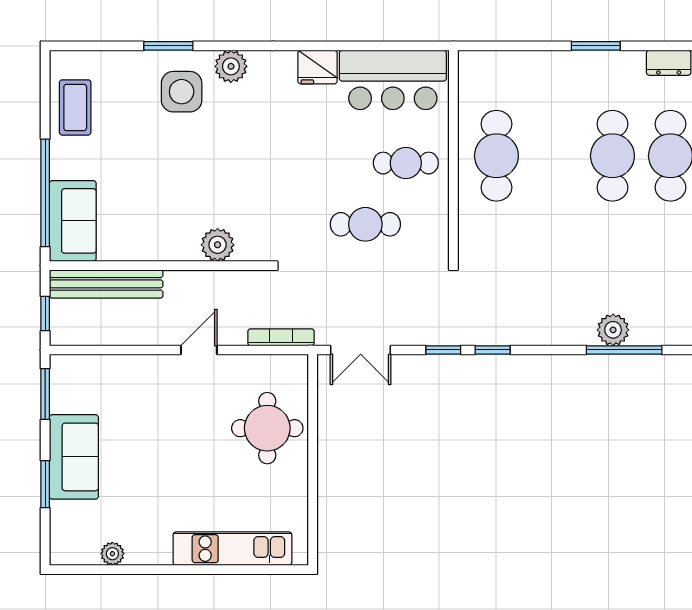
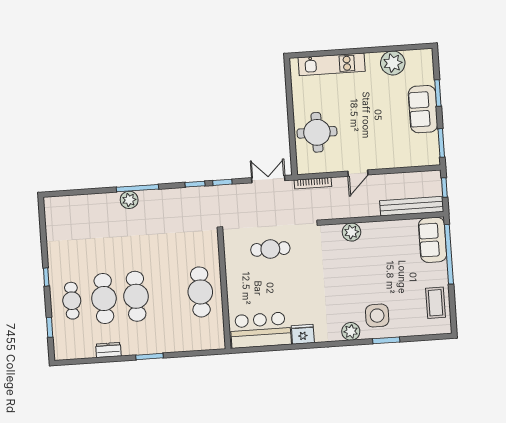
cafe table: (406, 163) -> (250, 284), removed
window: (624, 350) -> (137, 188), moved
plant: (112, 554) -> (393, 63), width x1.87, depth x1.87

